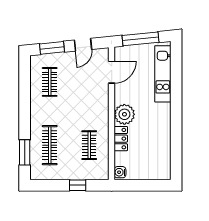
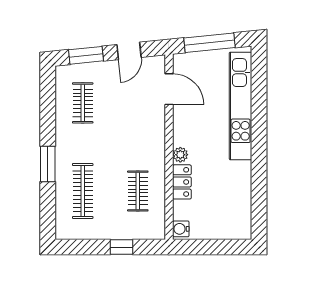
door: (112, 72) -> (169, 89), hinge flipped
kitchen unit: (163, 74) -> (241, 106), width x1.36
plant: (124, 114) -> (180, 155), width x0.53, depth x0.53
window: (25, 152) -> (48, 164), moved

